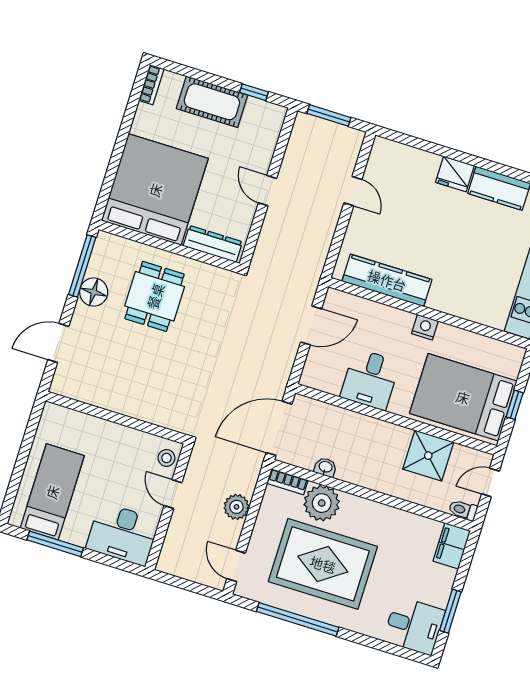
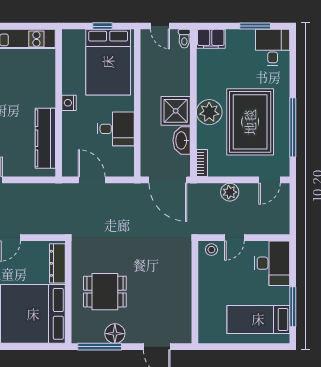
shower: (428, 456) -> (176, 111), moved
washbasin: (325, 467) -> (182, 140), width x1.91, depth x1.45
plant: (322, 503) -> (209, 112), moved

